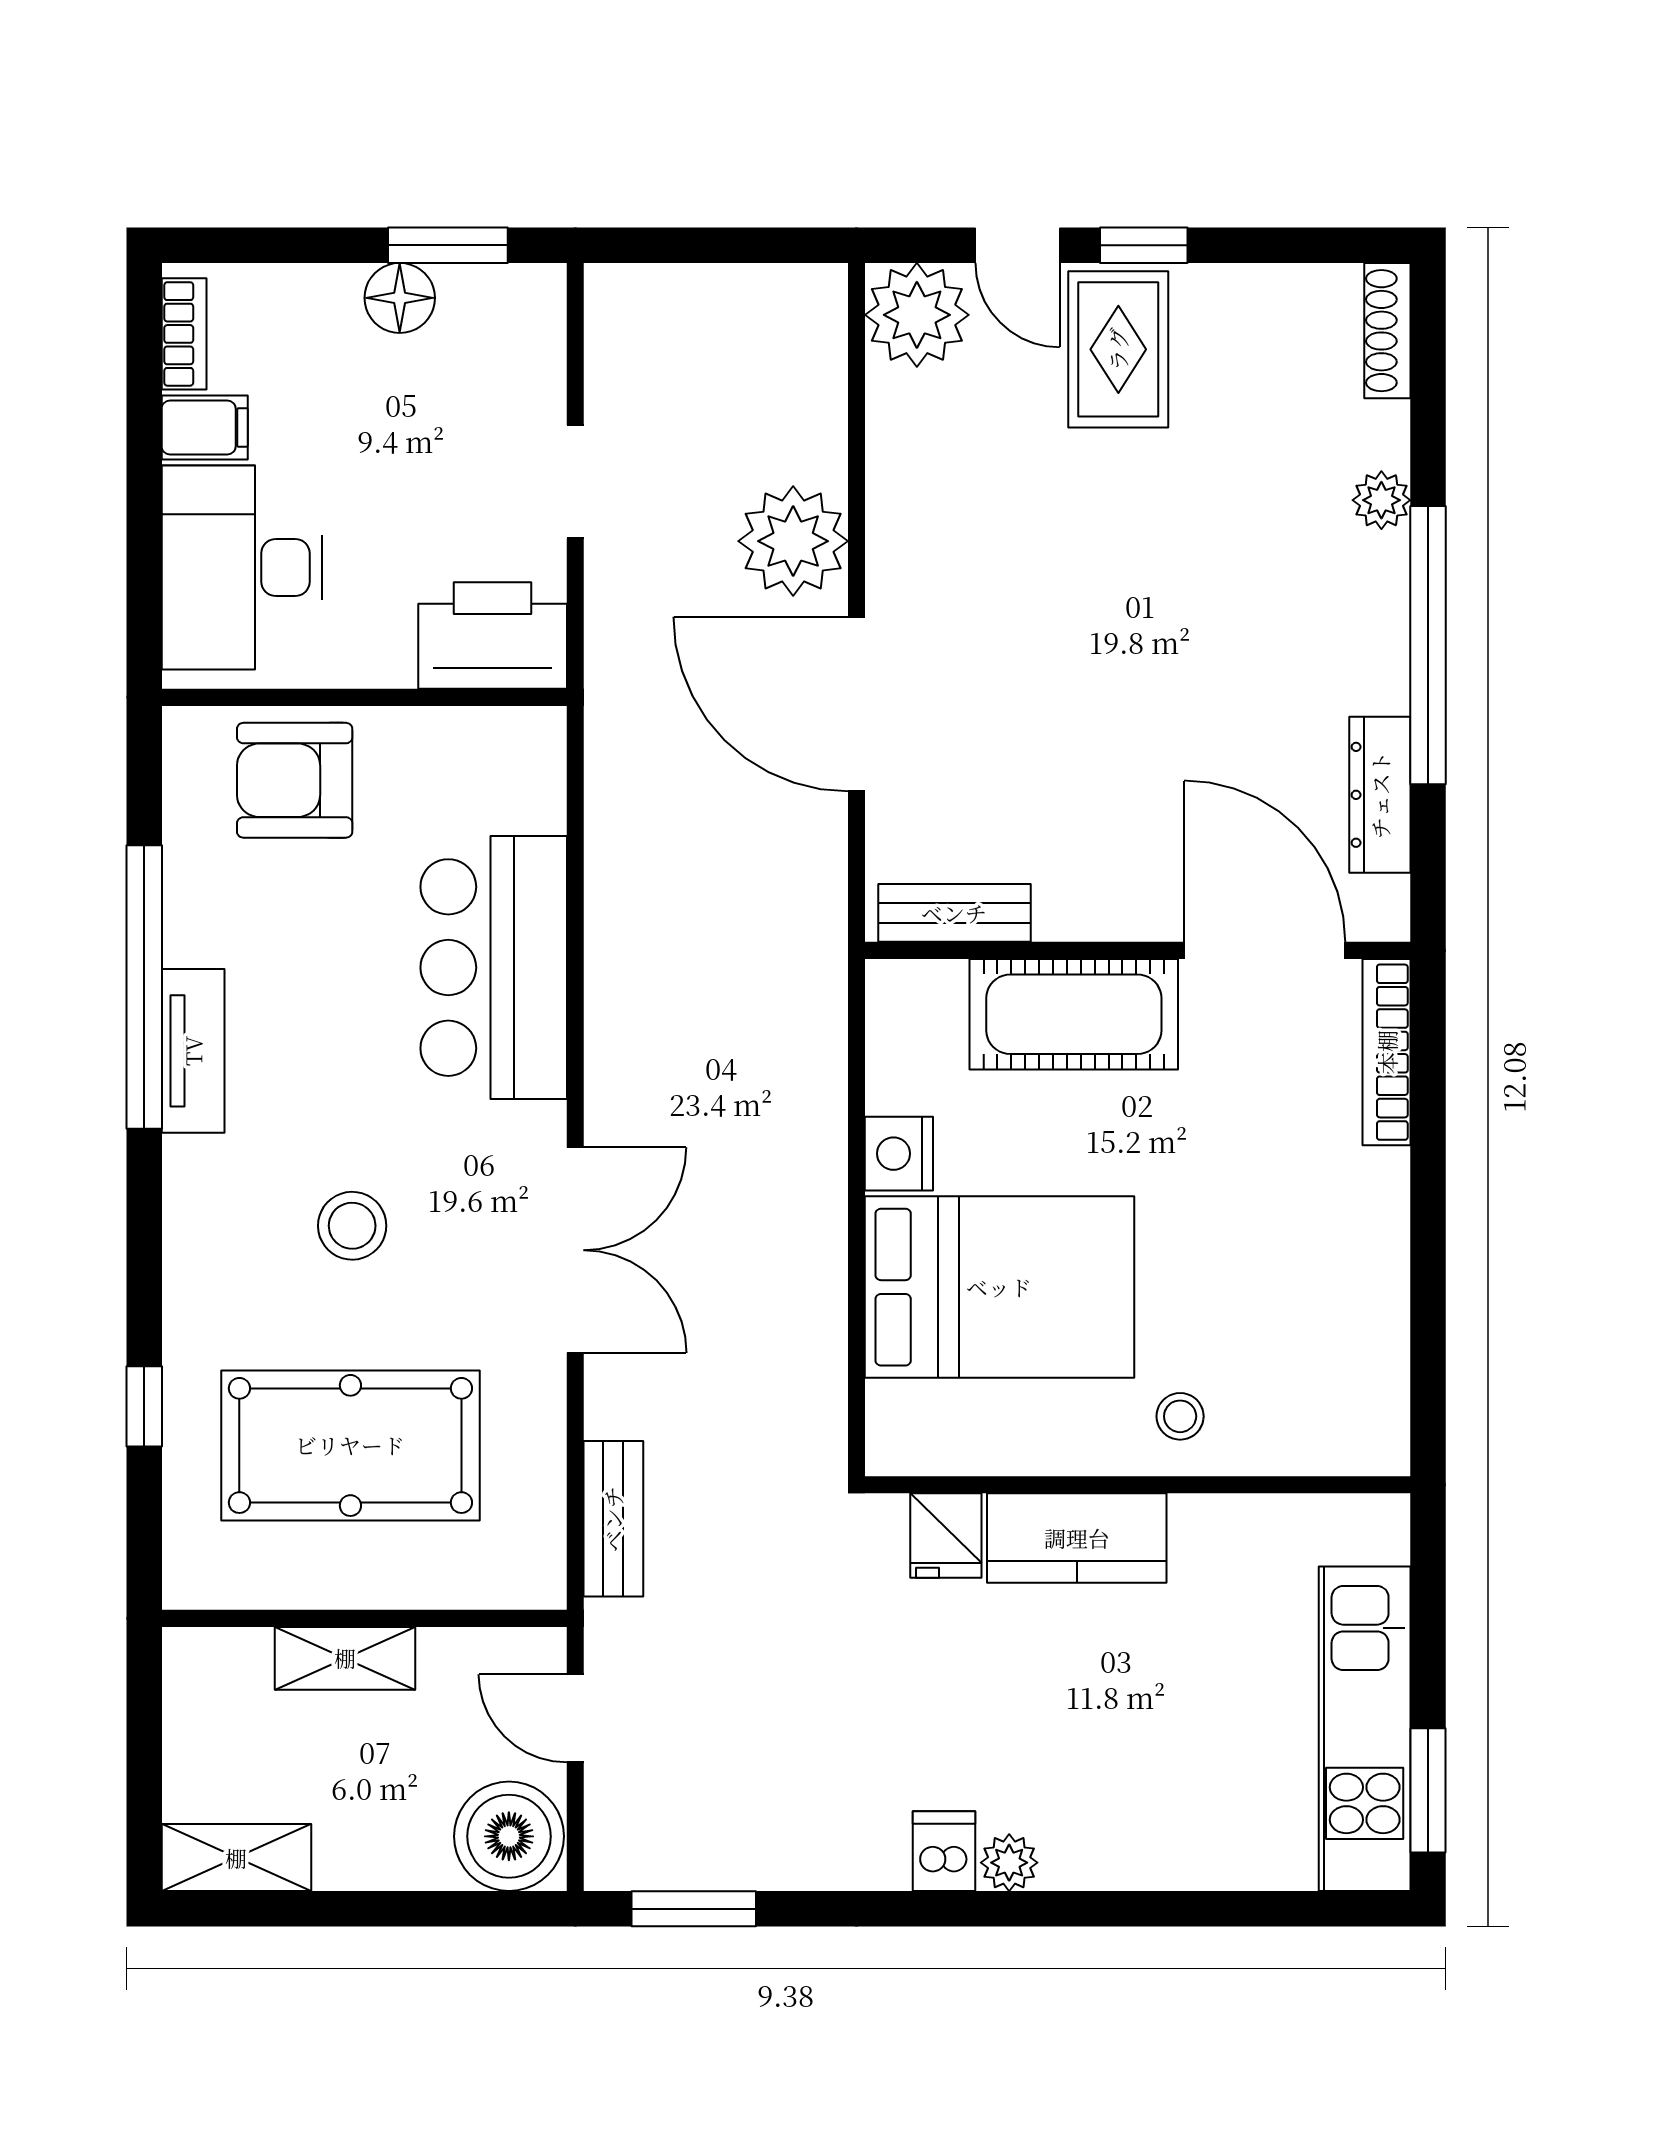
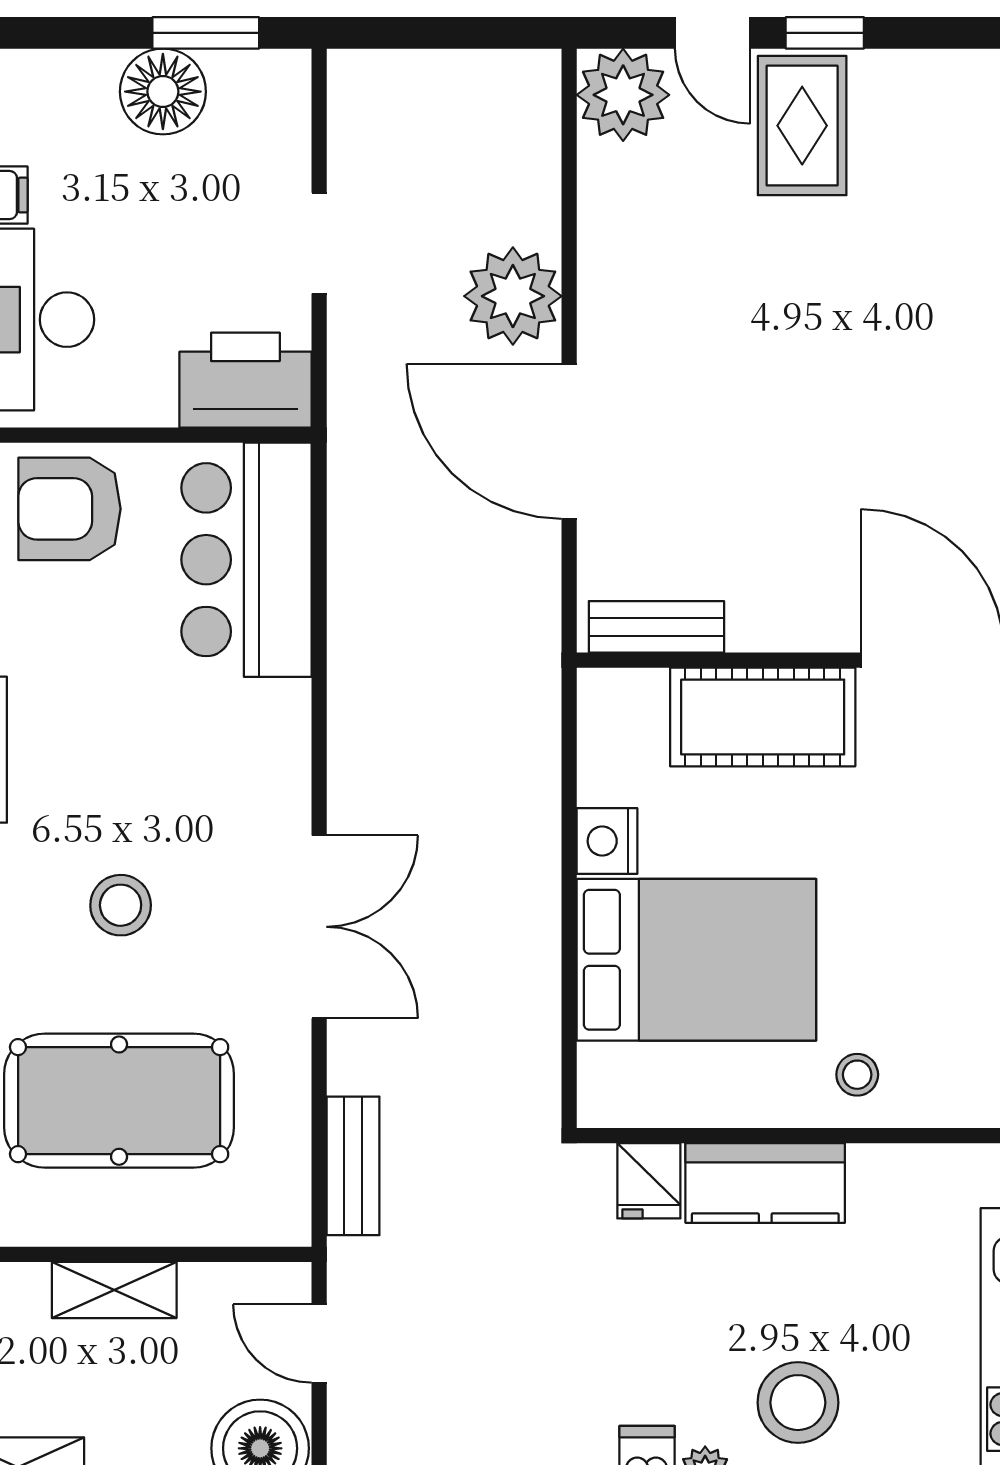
floor lamp: (400, 298) -> (163, 92), width x1.38, depth x1.38
bar counter: (494, 968) -> (246, 560), moved
stool: (1113, 1785) -> (798, 1403), added

